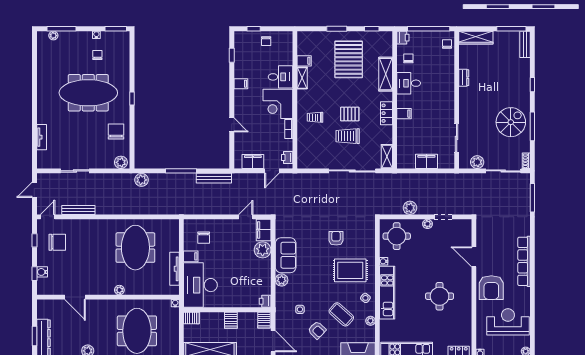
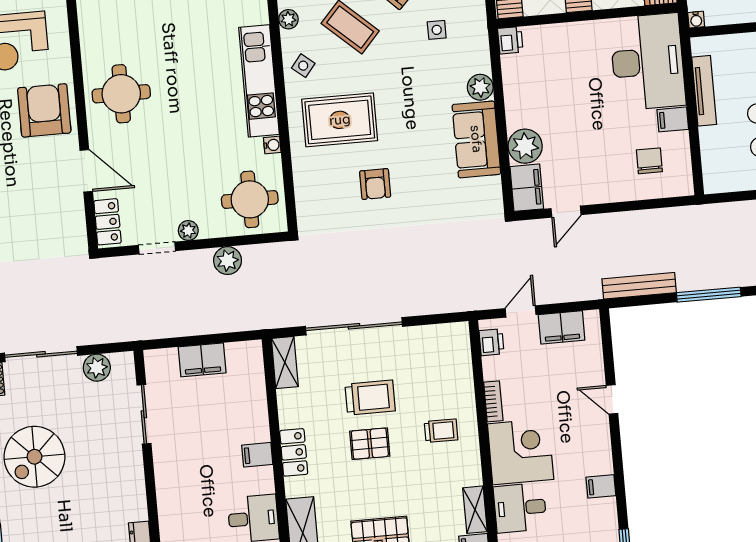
locker: (466, 232) -> (108, 222), added
round table: (440, 296) -> (121, 94), moved

